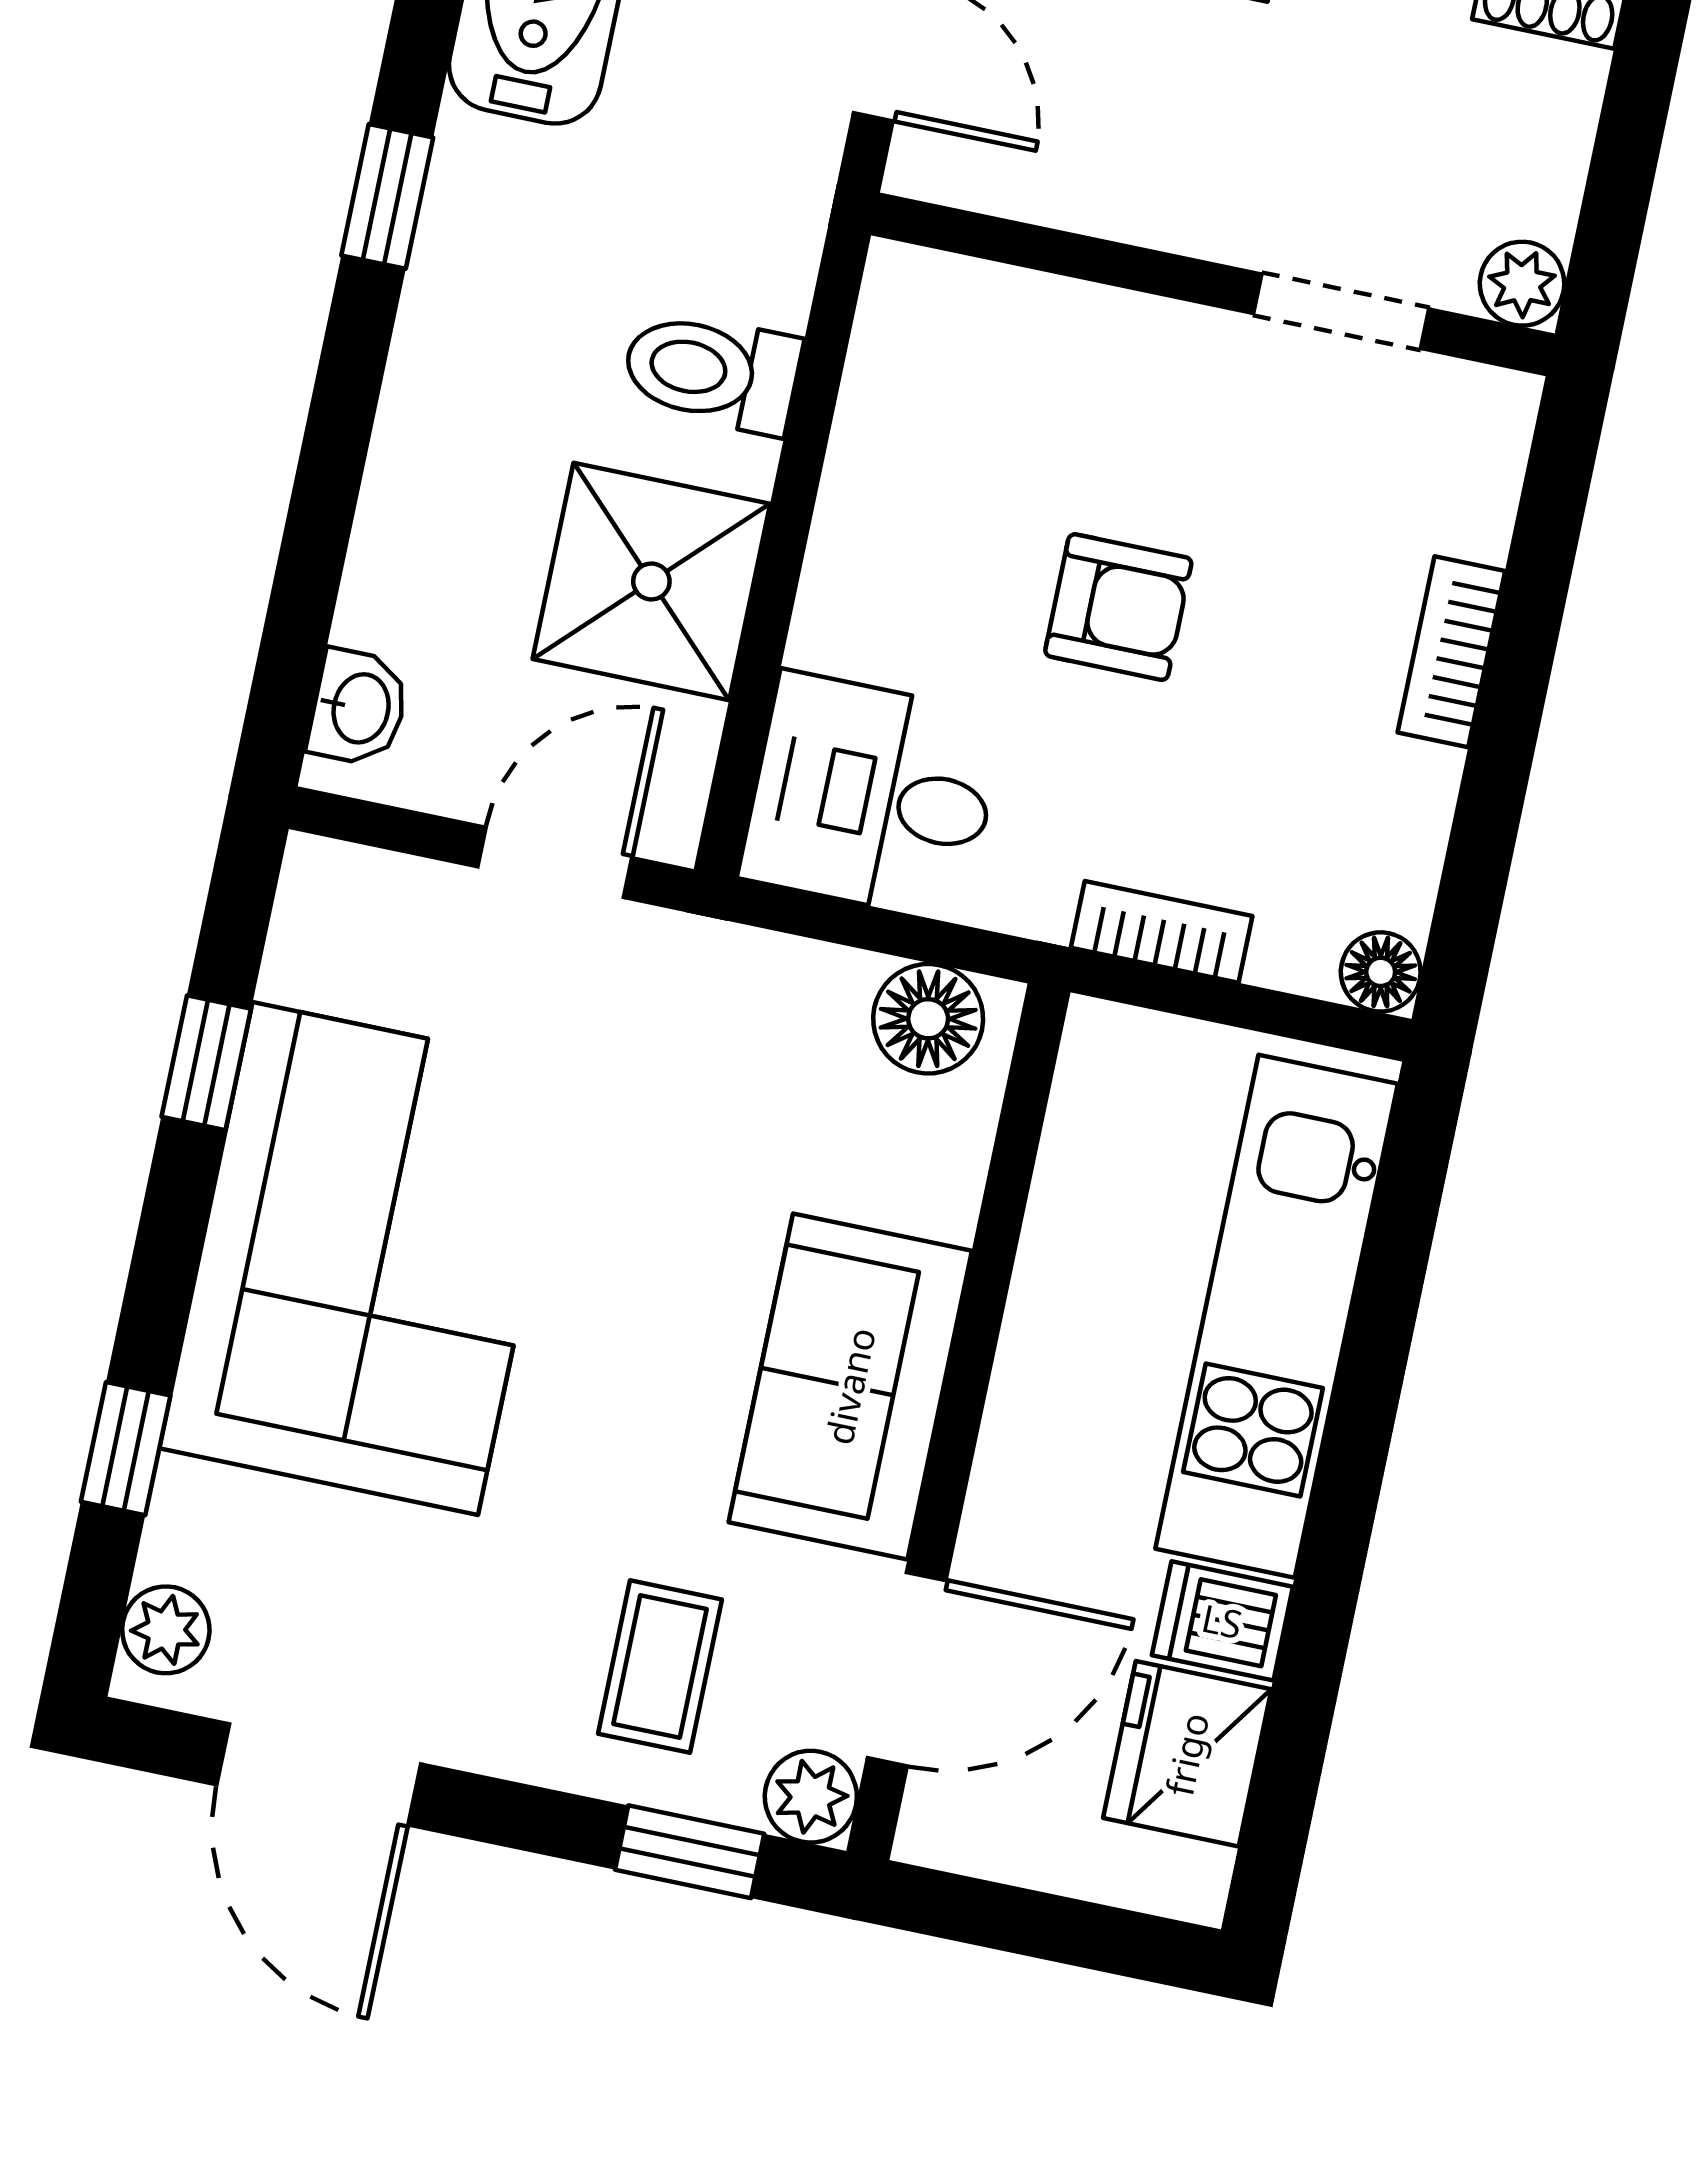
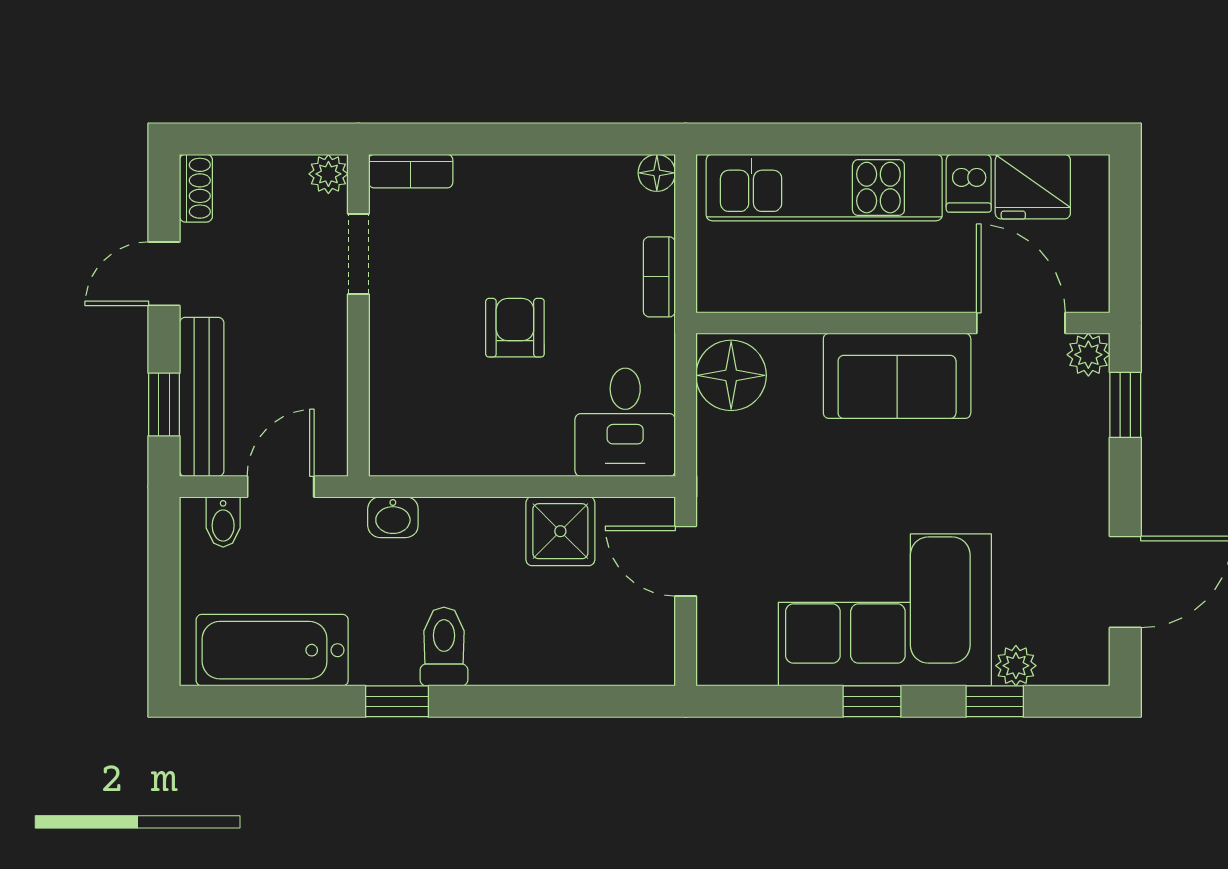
toilet: (712, 372) -> (444, 647), moved, turned 180
shower: (651, 581) -> (560, 531), width x0.73, depth x0.73
bookcase: (1451, 652) -> (411, 171), moved
washbasin: (358, 708) -> (393, 517), moved, turned 180
floor lamp: (928, 1019) -> (731, 375), width x1.38, depth x1.38
window: (206, 1063) -> (872, 701), moved
plant: (166, 1630) -> (1016, 666), moved
coffee table: (660, 1667) -> (1043, 436), removed

